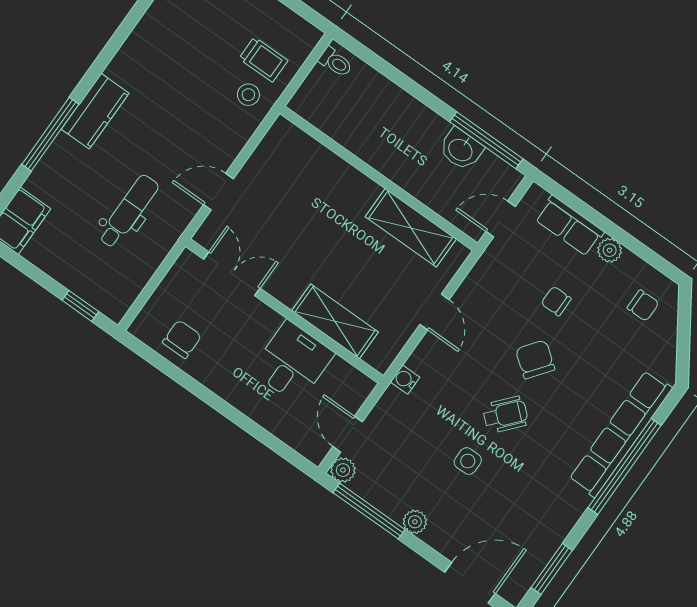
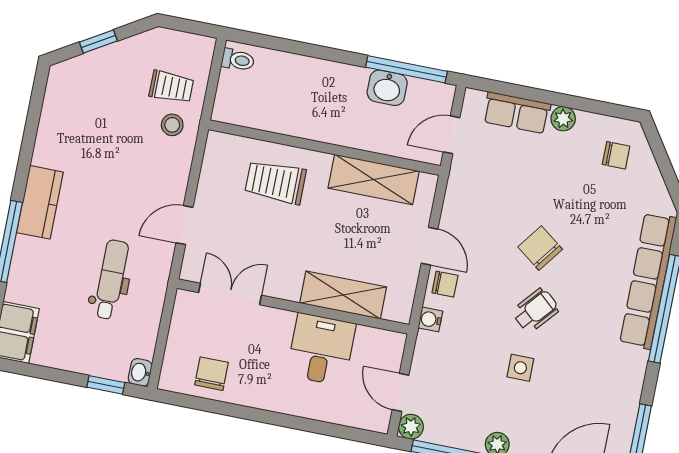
trolley: (320, 190) -> (275, 182), added
chair: (556, 301) -> (445, 284), moved, turned 180
washbasin: (117, 309) -> (140, 372), added

